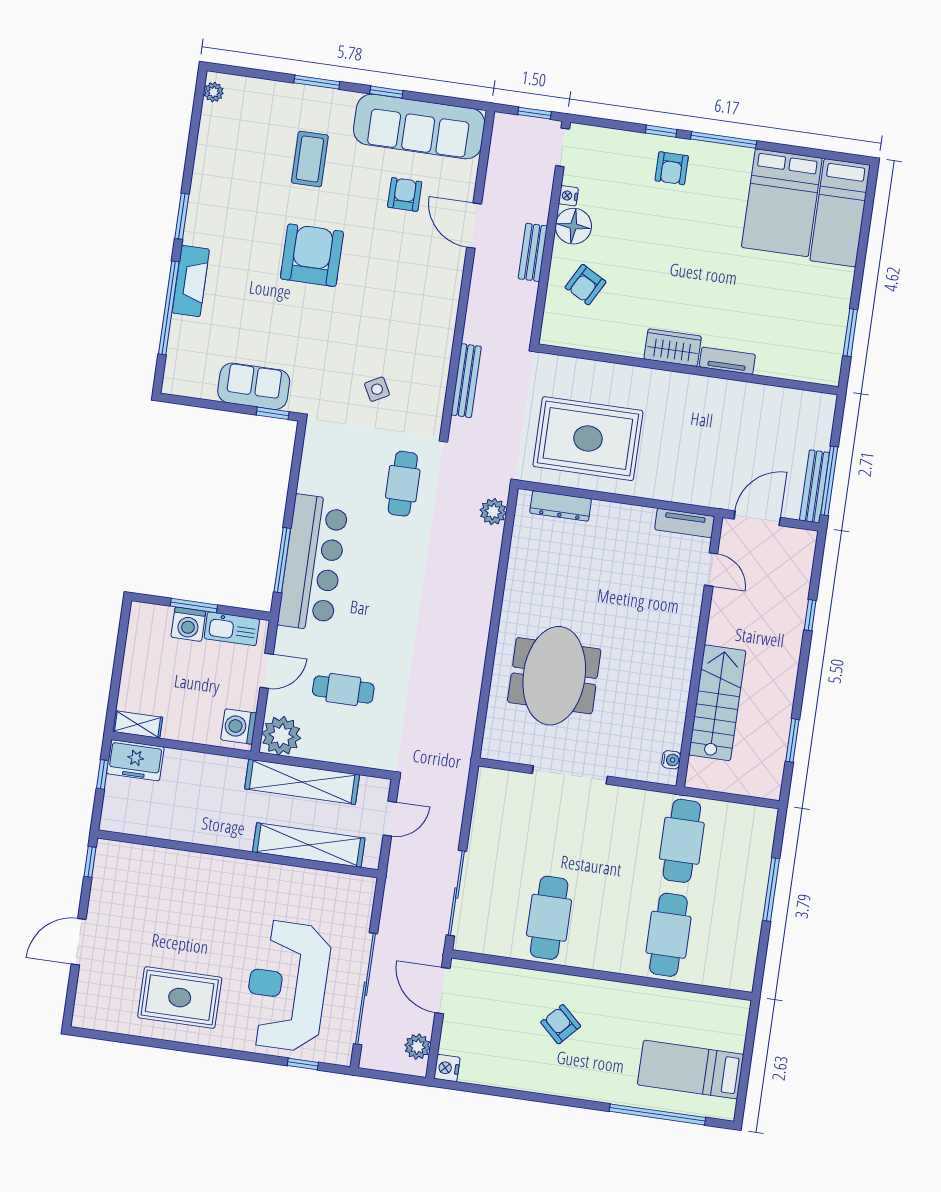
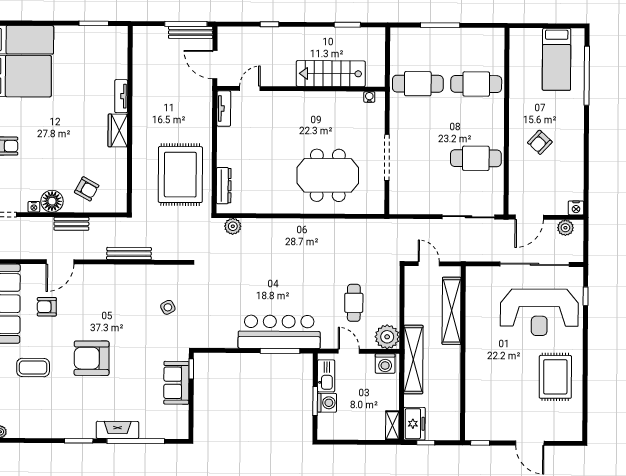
bench: (466, 381) -> (129, 254), moved
cafe table: (403, 484) -> (223, 284), removed
shelving: (302, 782) -> (413, 360), moved

